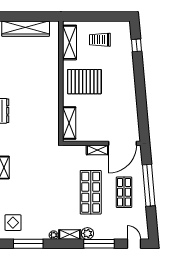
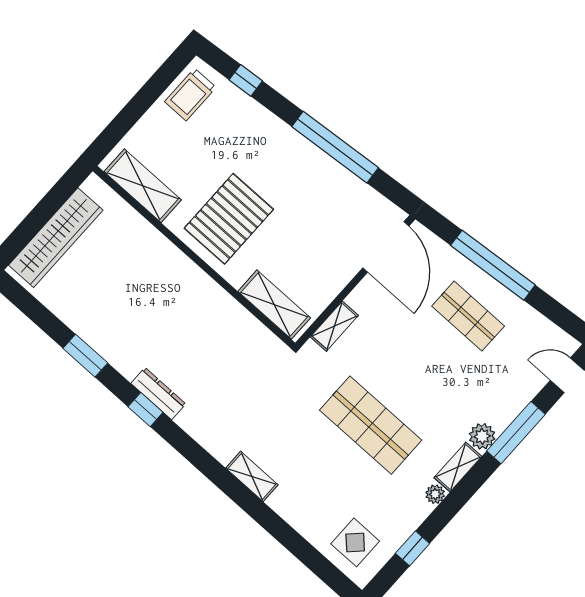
trolley: (100, 40) -> (190, 94), moved
window: (141, 96) -> (335, 147), added
shelving: (97, 150) -> (334, 326), moved
shop shelf: (91, 192) -> (371, 425), moved
window: (28, 244) -> (412, 548), width x0.46

